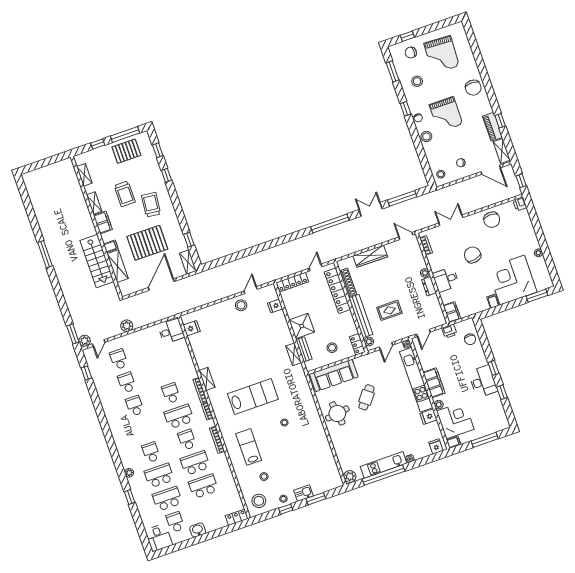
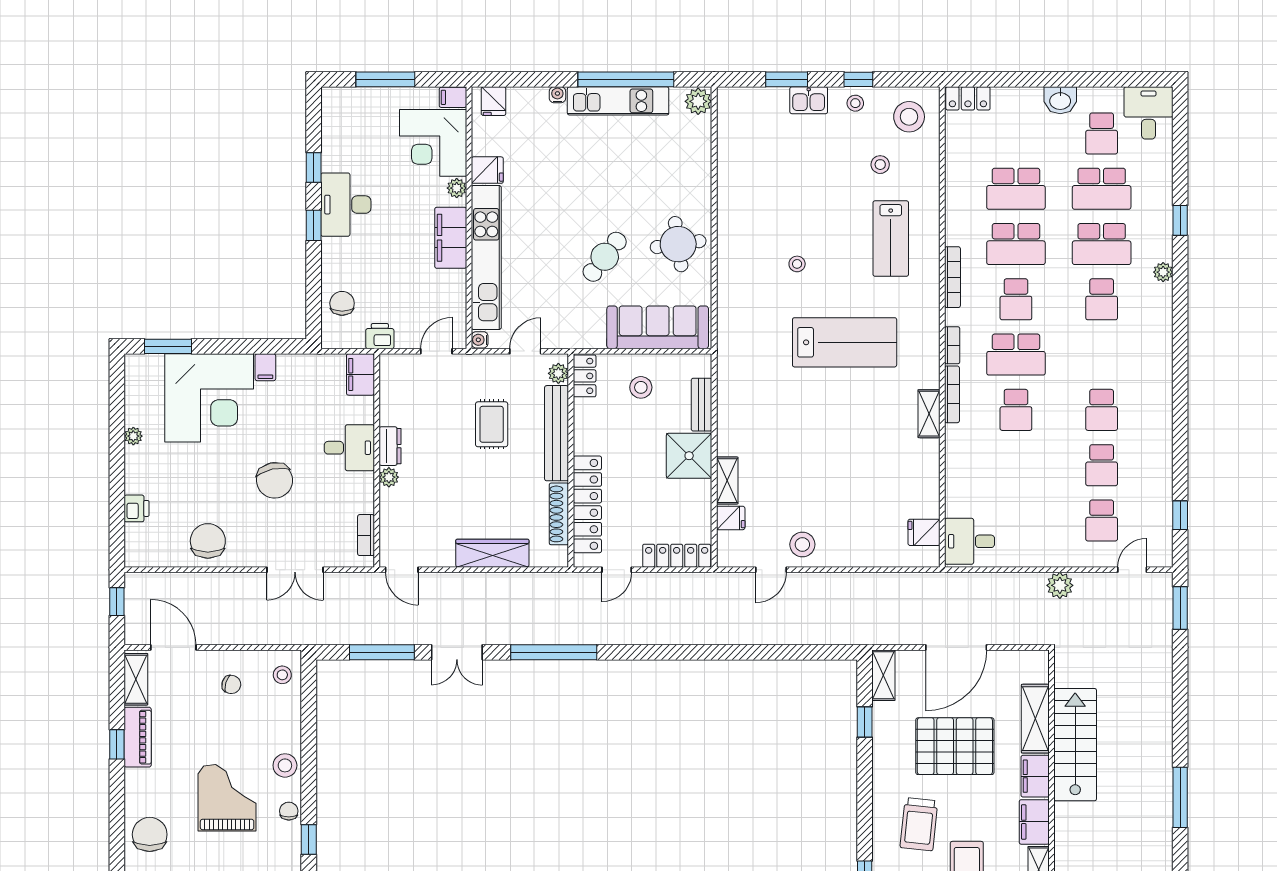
printer: (520, 204) -> (137, 508), moved
filing cabinet: (111, 246) -> (1035, 776), width x2.00
rug: (389, 310) -> (492, 424), turned 90
plant: (85, 341) -> (1160, 585), removed
shelving: (294, 354) -> (727, 481), moved
lab bench: (253, 397) -> (845, 342), turned 180

